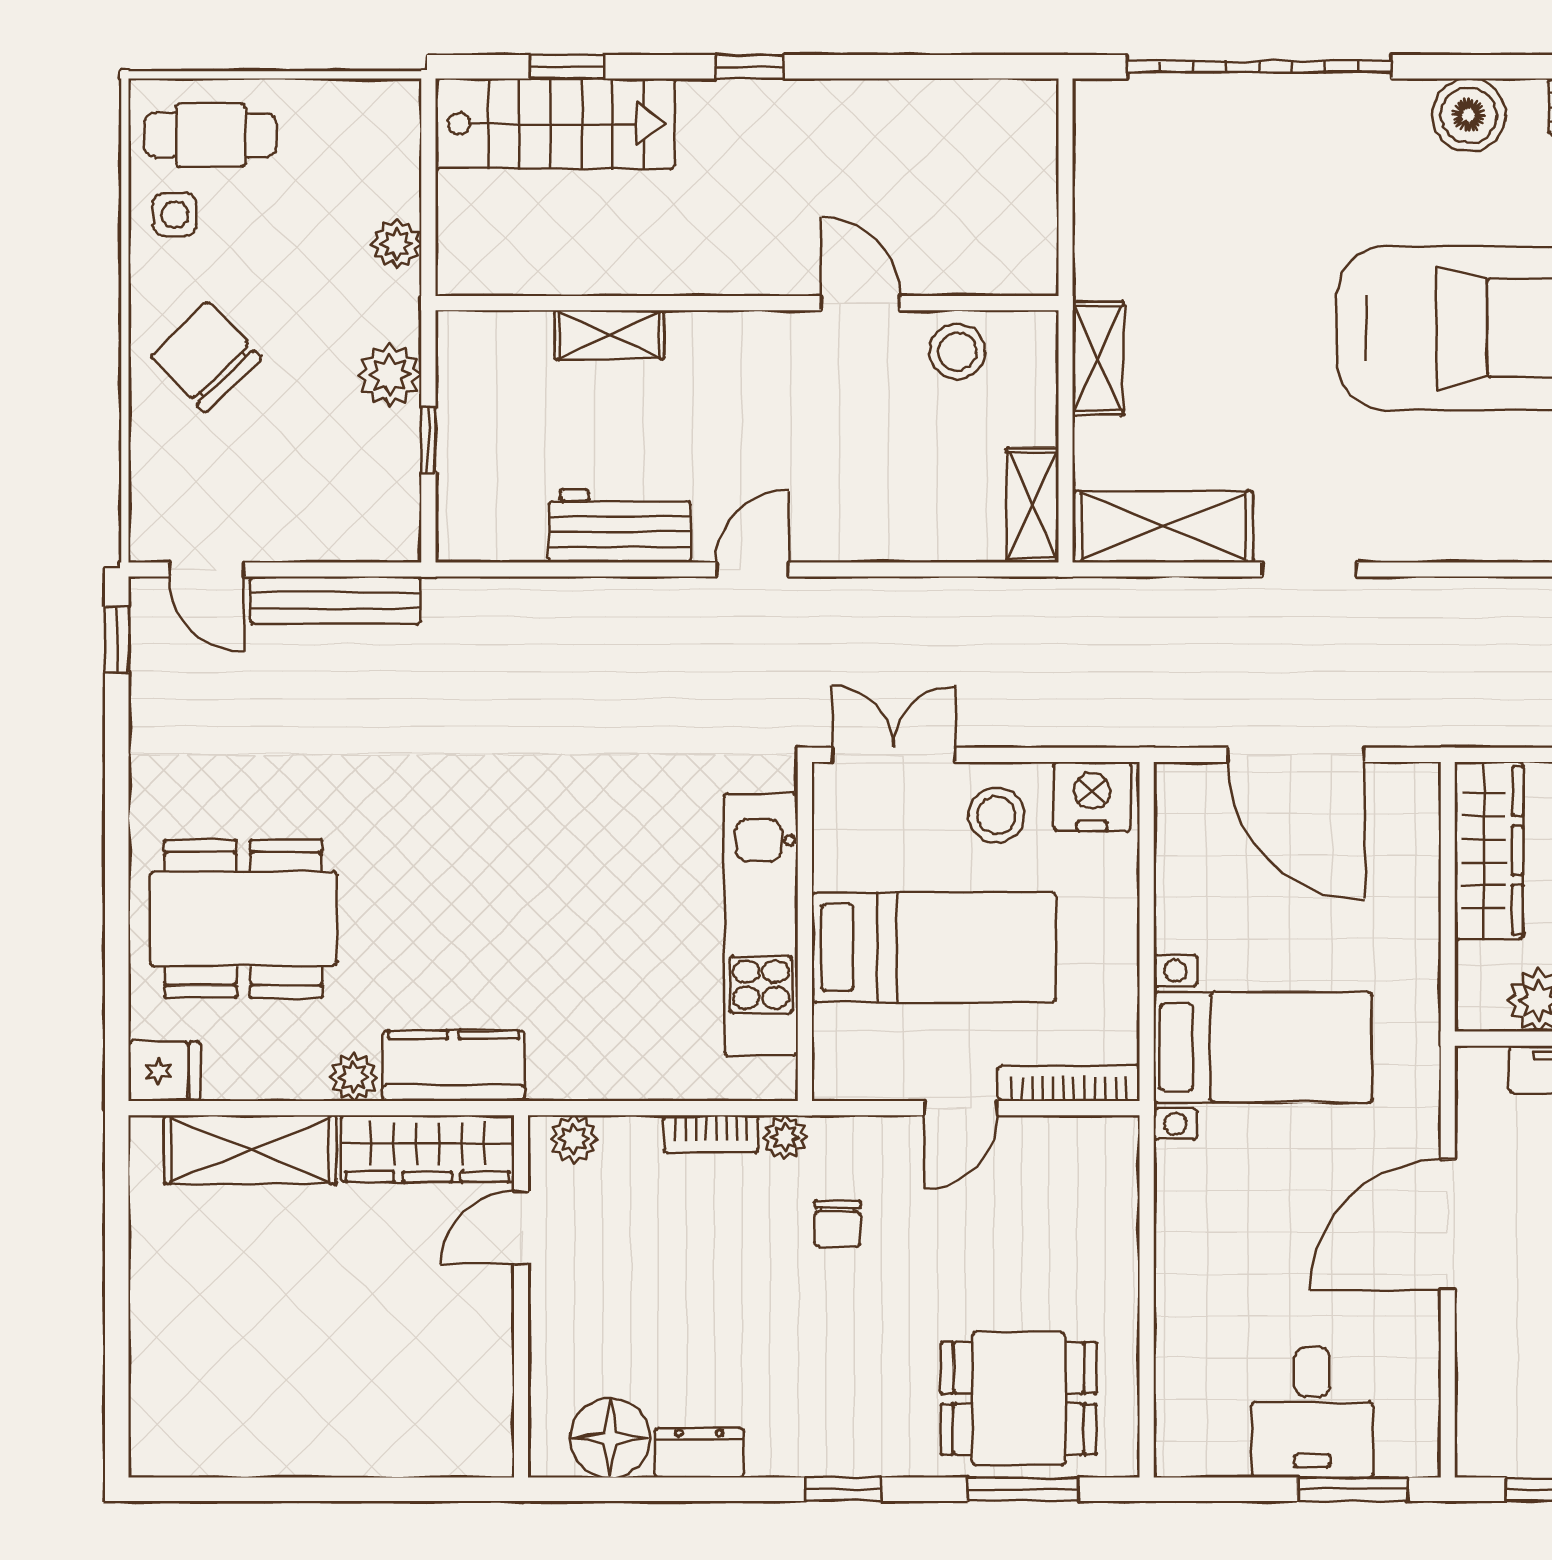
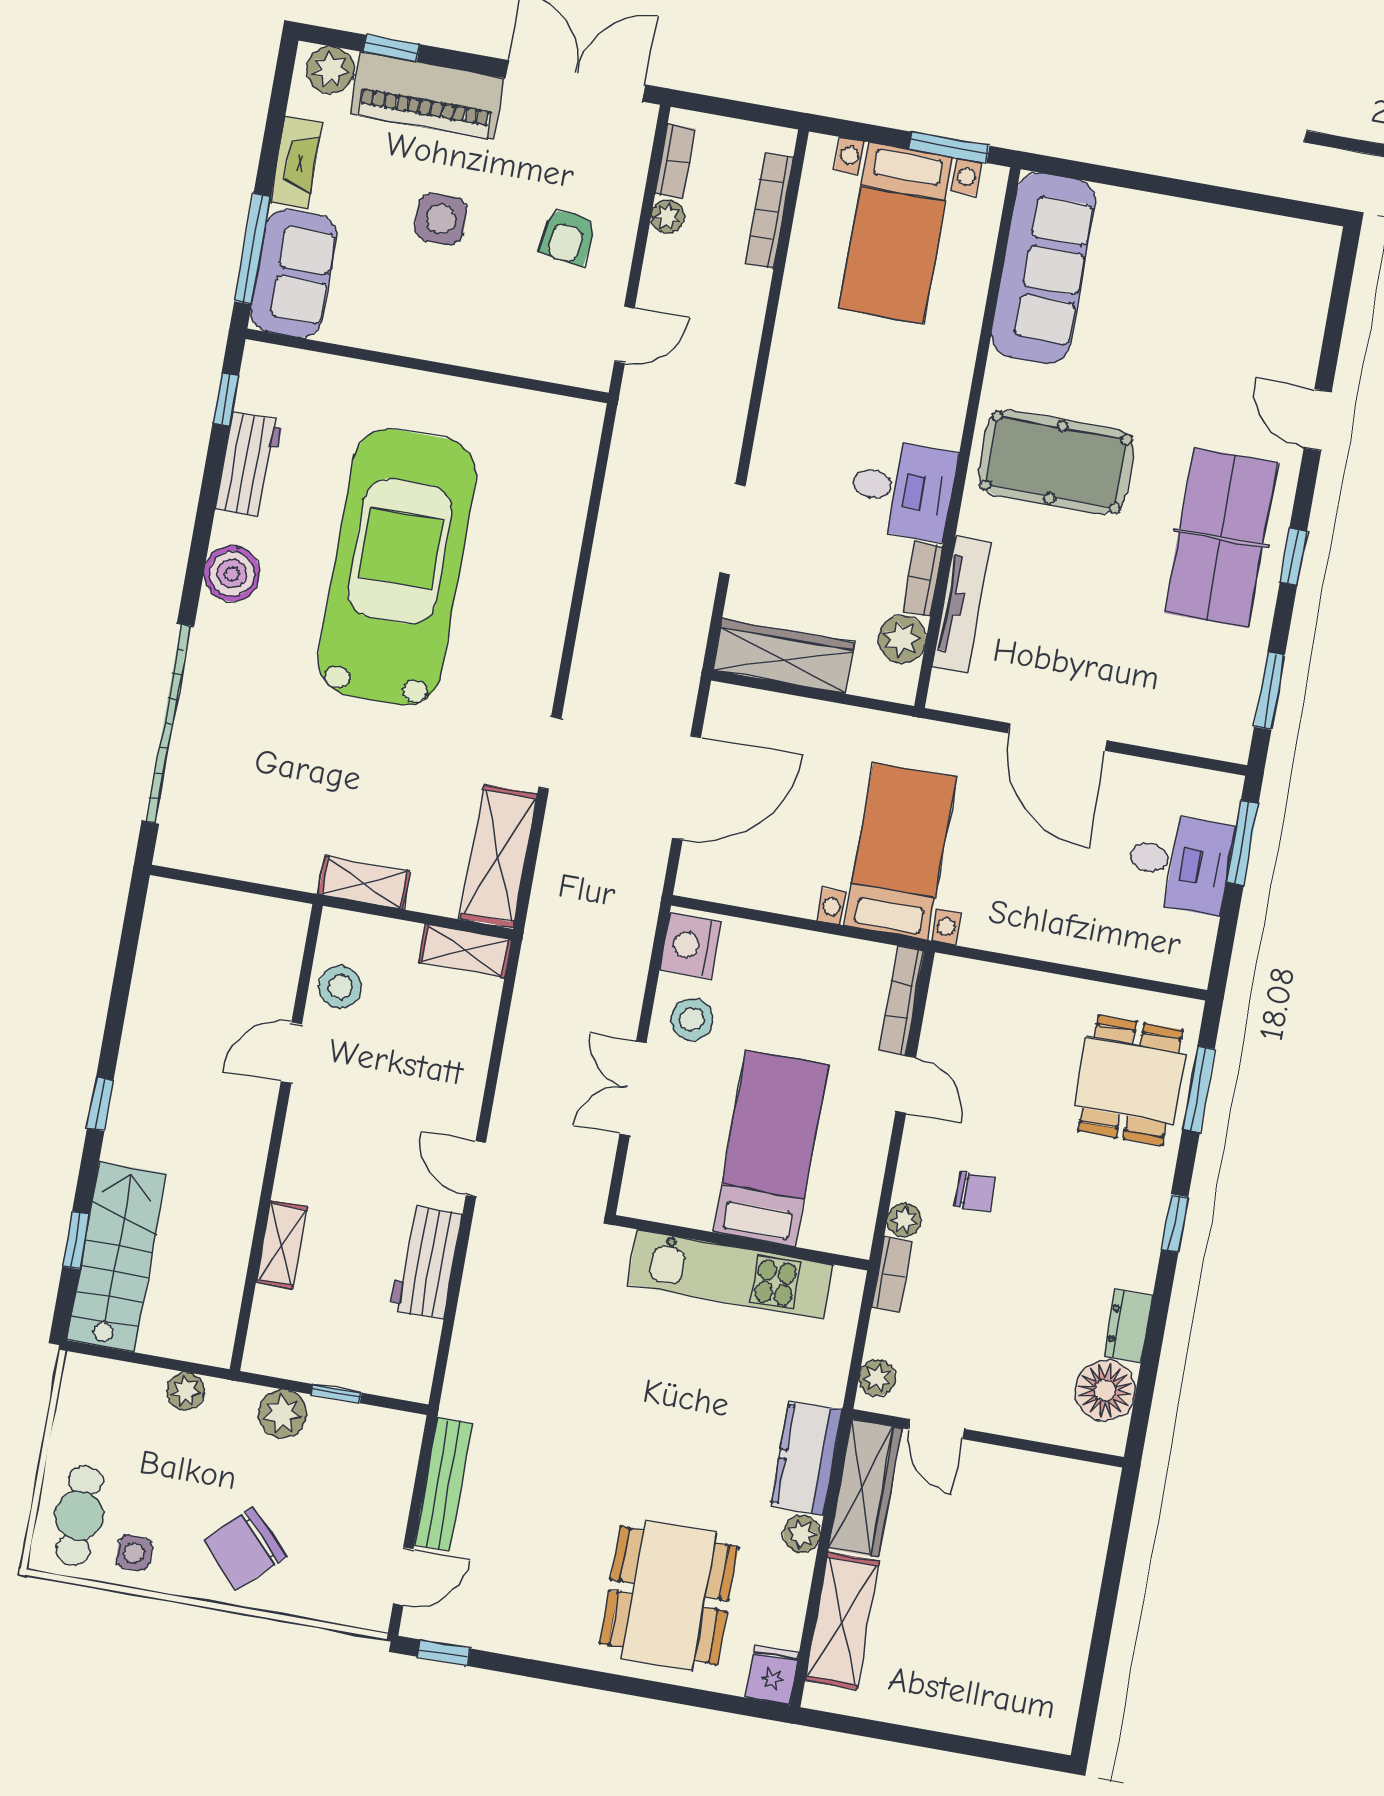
kitchen unit: (761, 924) -> (730, 1275), moved
wall: (805, 932) -> (742, 1243), moved
bed: (934, 947) -> (771, 1148), moved

